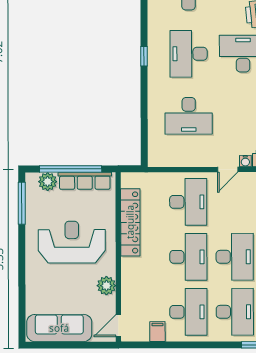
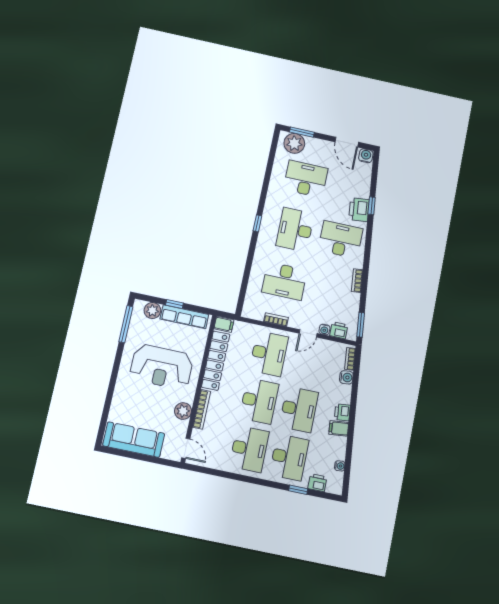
bookcase: (188, 162) -> (276, 320), added
window: (71, 169) -> (174, 304), width x0.32
reception desk: (72, 242) -> (161, 367), turned 180
bookcase: (127, 279) -> (202, 409), added
door: (118, 326) -> (186, 448), swing flipped
filing cabinet: (157, 332) -> (224, 324), moved, turned 90

